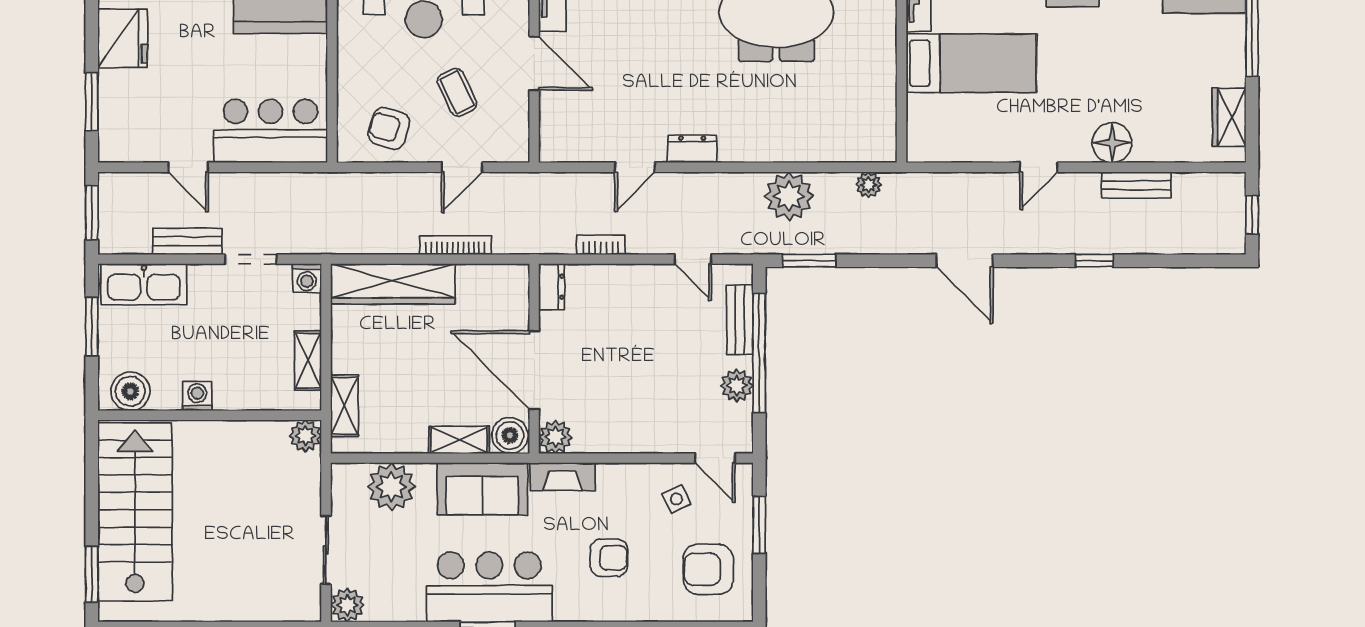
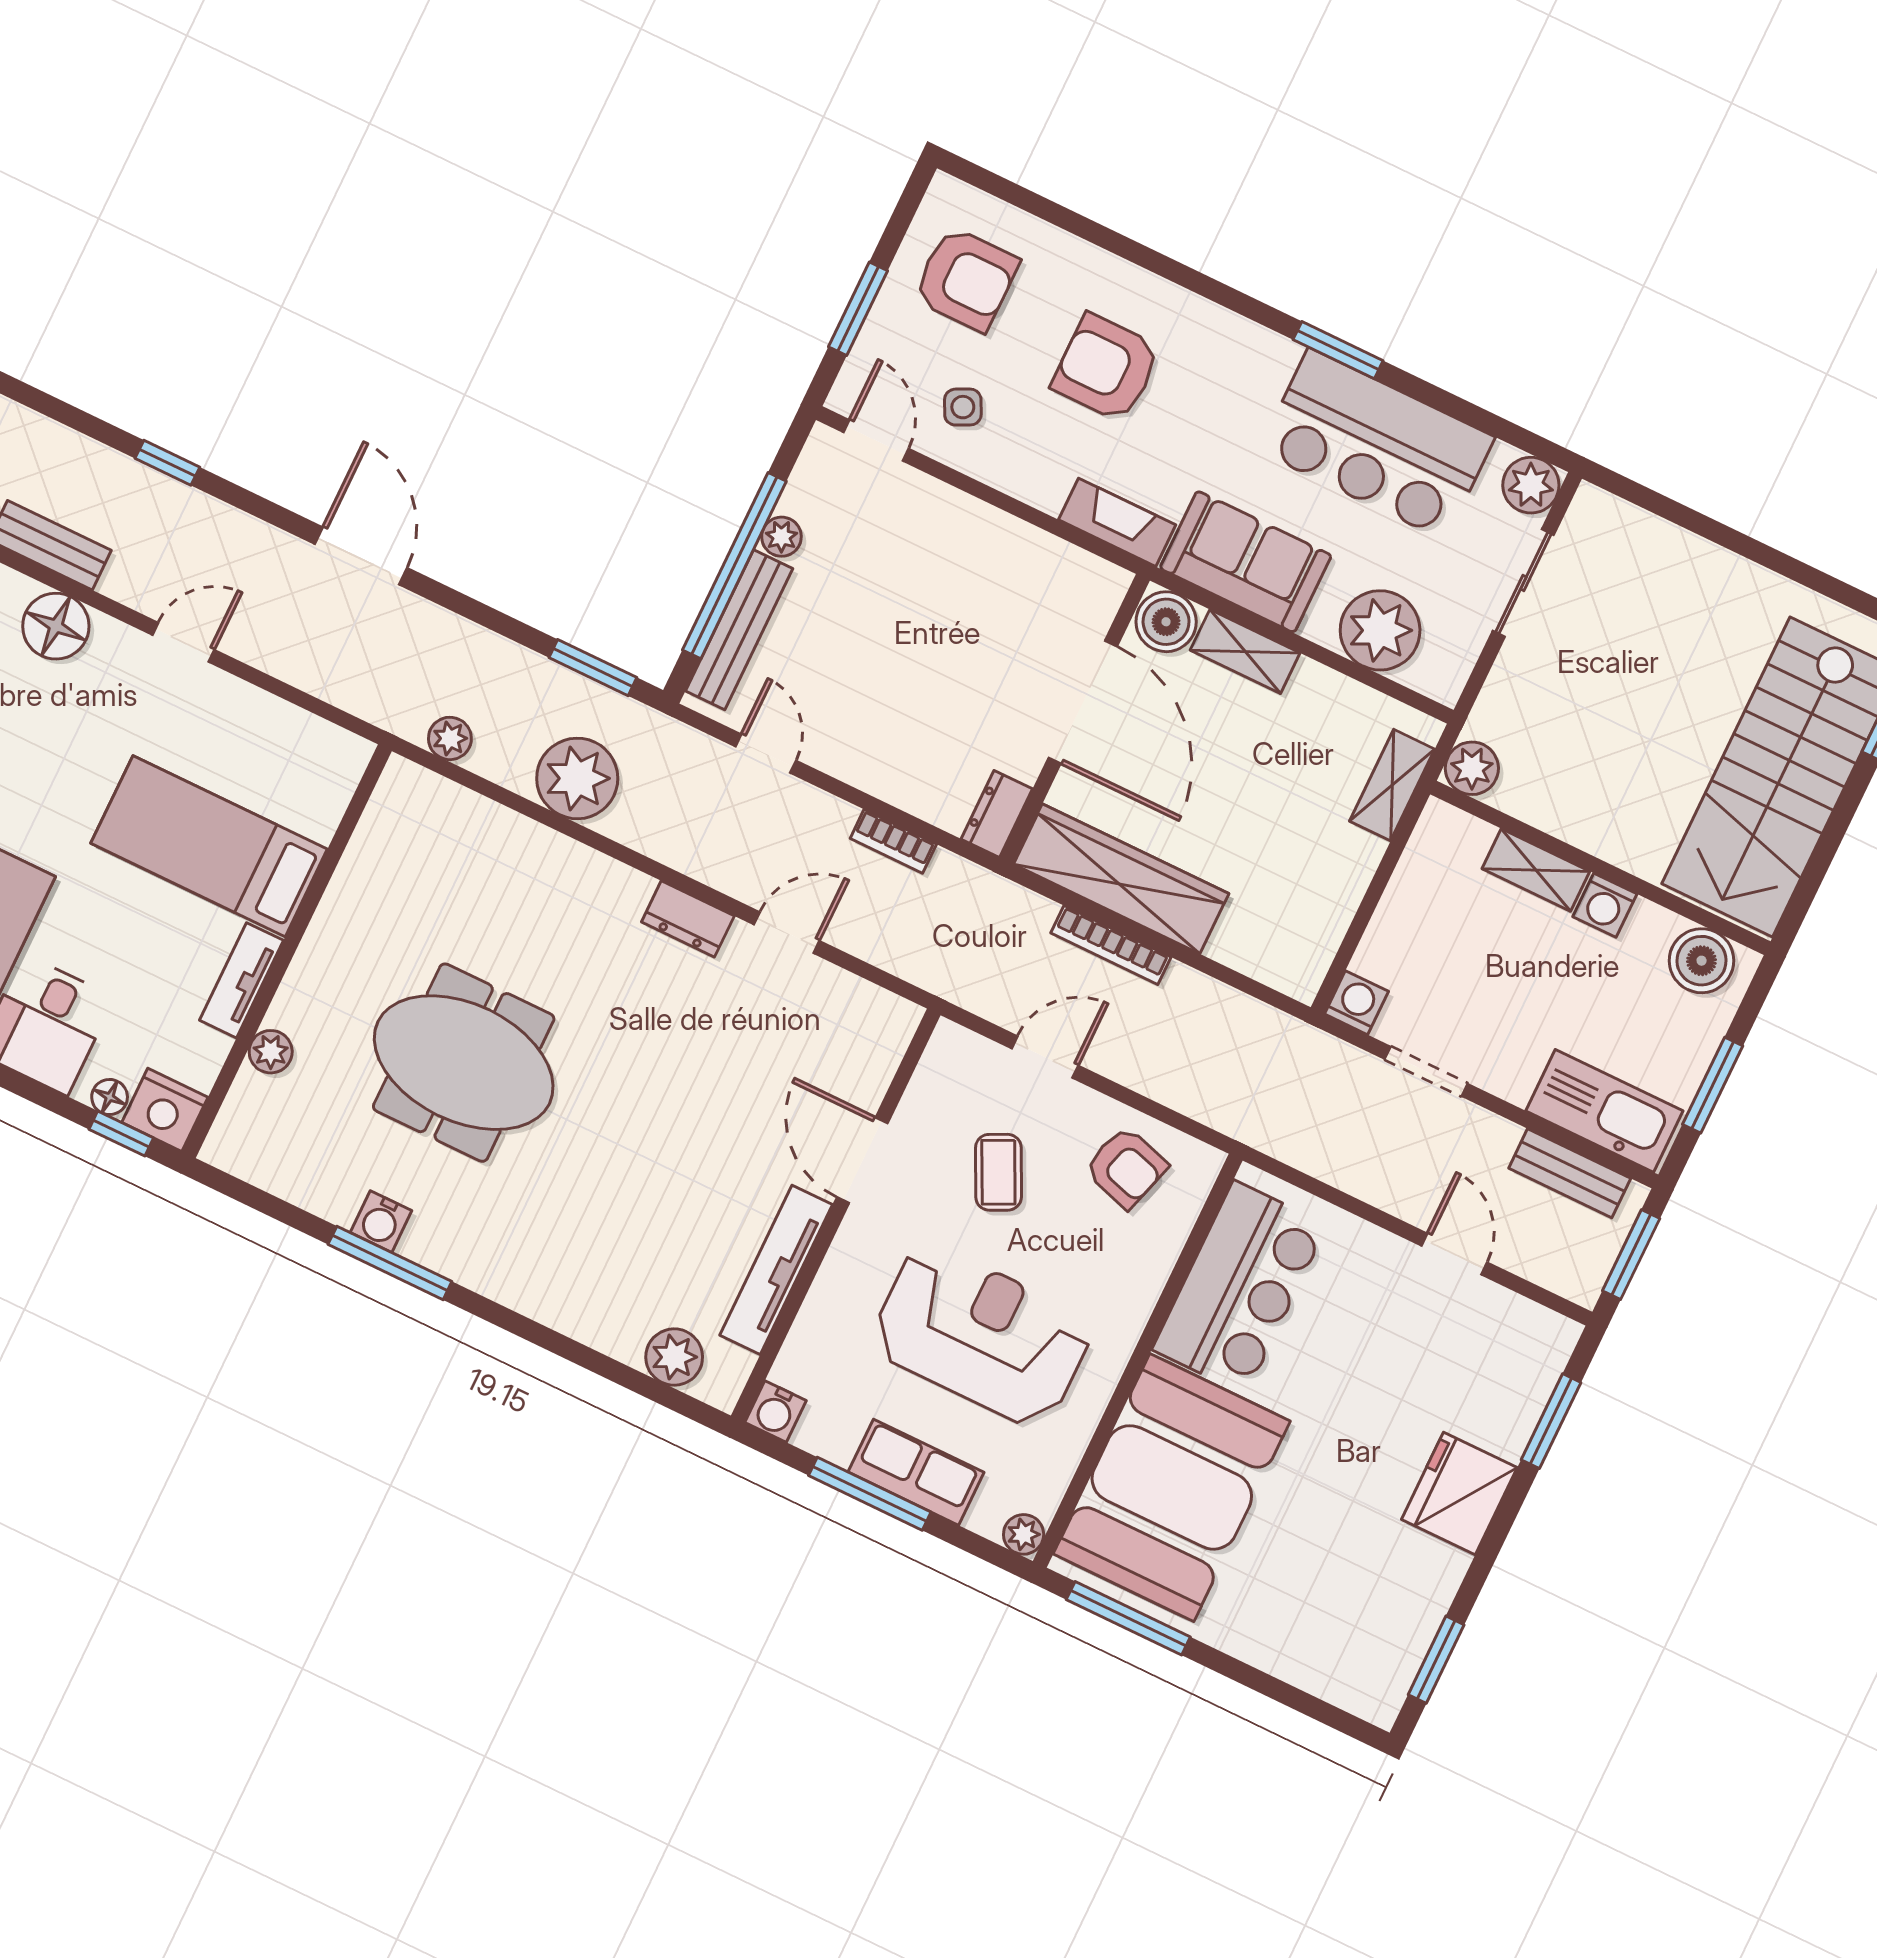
bar counter: (271, 131) -> (1240, 1287), moved, turned -90
bench: (187, 241) -> (1570, 1173), moved
wardrobe: (393, 284) -> (1121, 879), moved
bench: (740, 319) -> (739, 630), width x1.36
shelving: (308, 361) -> (1536, 870), moved, turned 90
plant: (737, 386) -> (781, 537), width x0.73, depth x0.73
plant: (555, 437) -> (1099, 587), removed
armchair: (609, 558) -> (1106, 368), width x1.38, depth x1.38
bar counter: (489, 587) -> (1377, 444), moved

